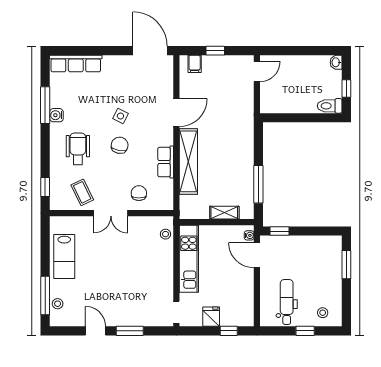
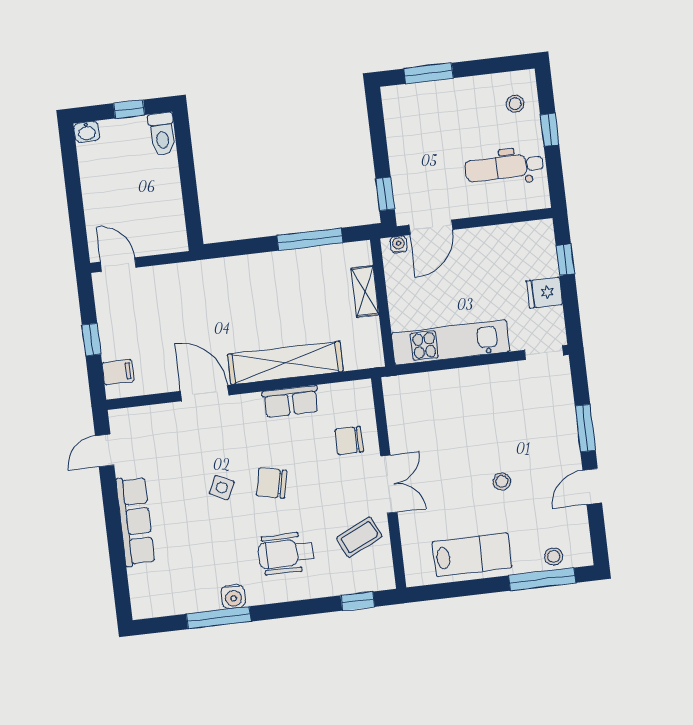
door: (150, 51) -> (105, 450), width x0.53
row of seats: (76, 64) -> (135, 521), moved
stool: (165, 234) -> (502, 481), moved

